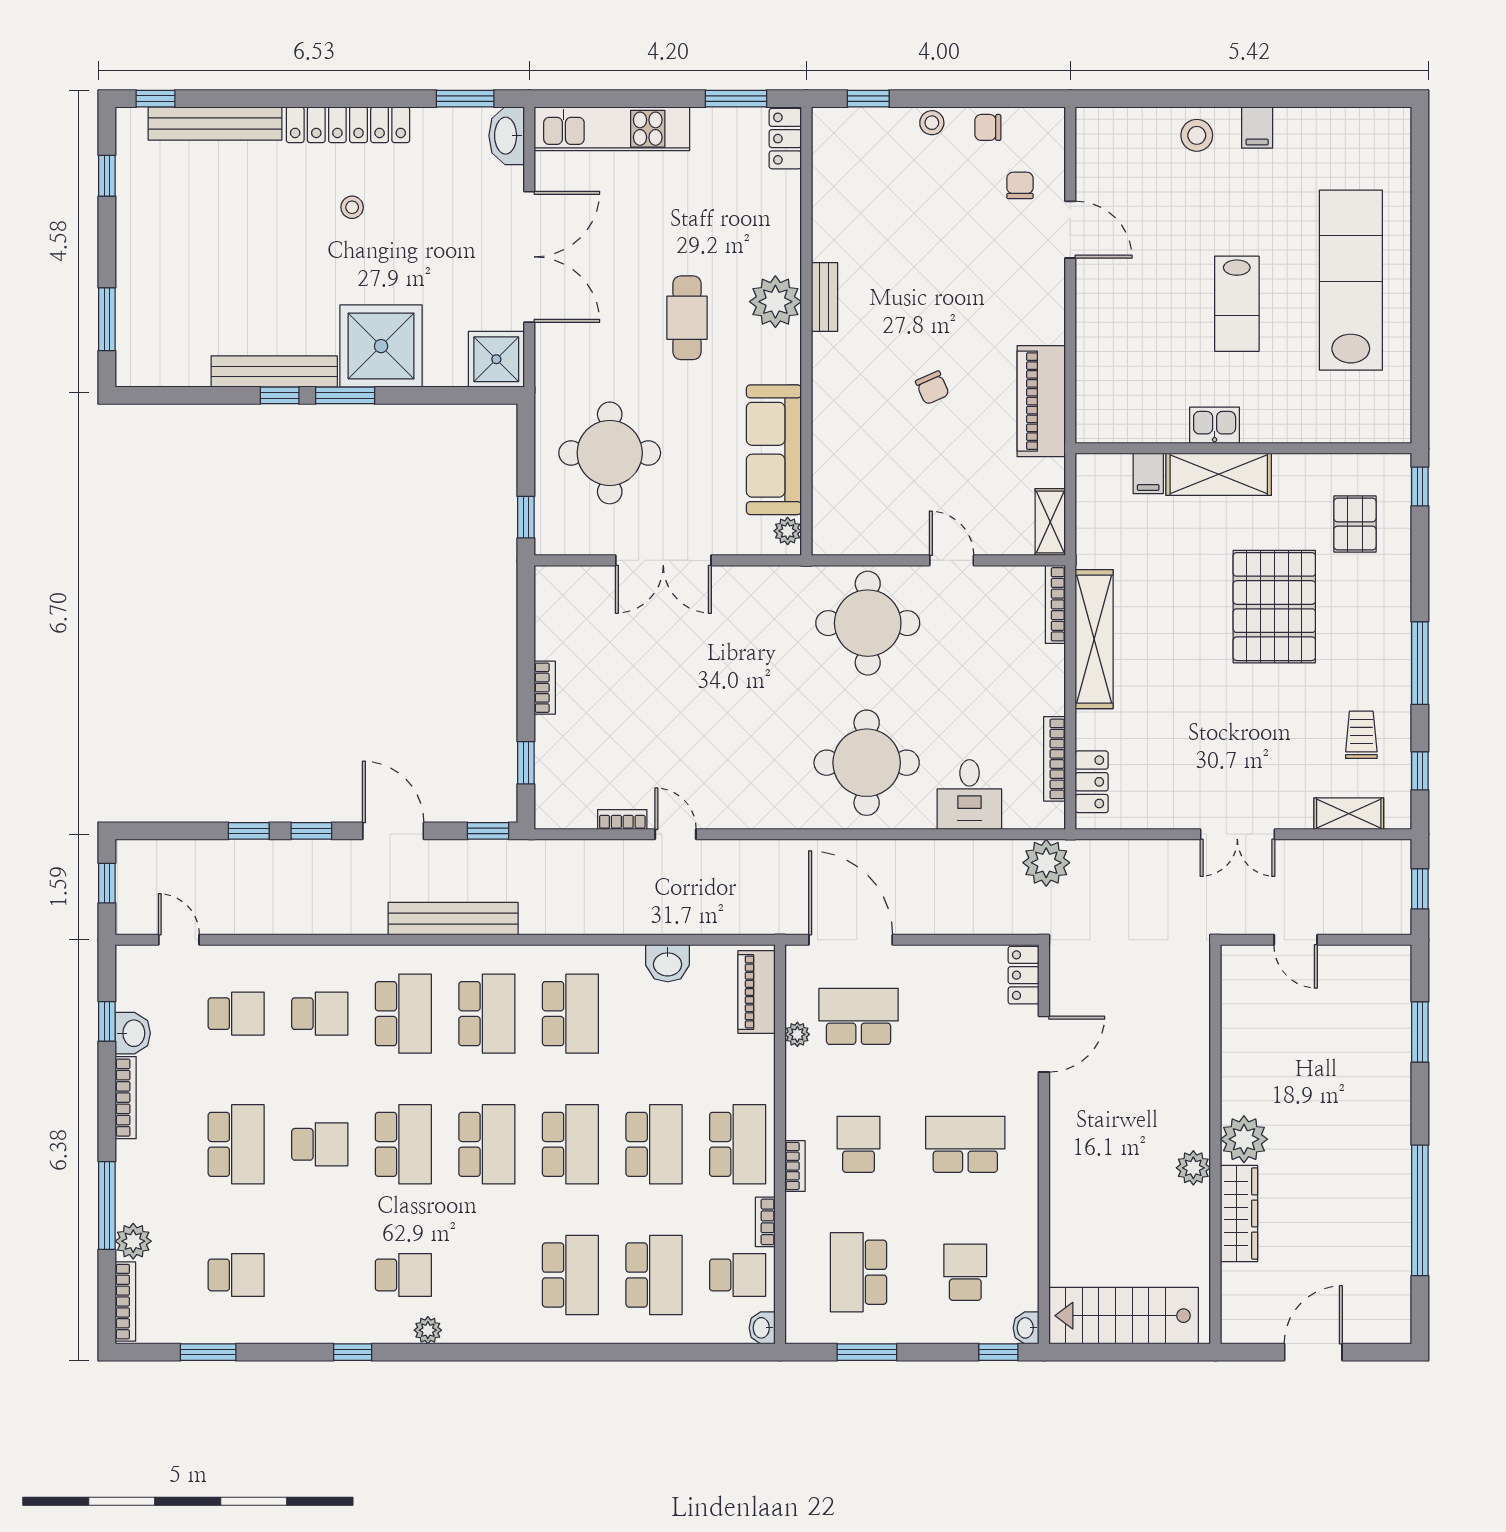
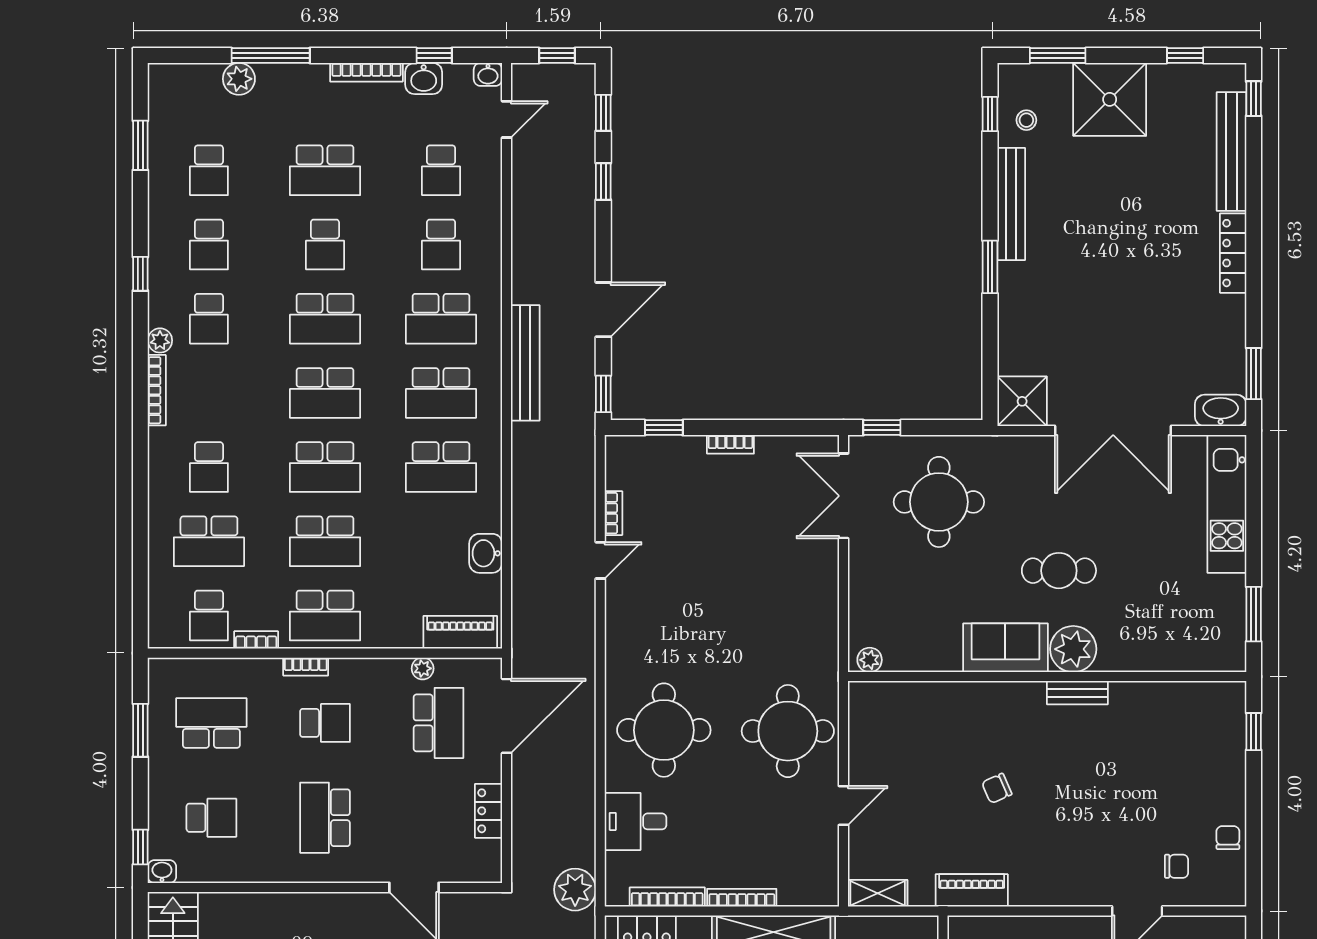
stool: (932, 123) -> (1232, 788), removed
locker: (348, 125) -> (1233, 253), width x0.71, depth x0.83
locker: (785, 139) -> (1218, 658), removed
stool: (352, 207) -> (1026, 120), moved
shower: (381, 346) -> (1110, 99), moved
window: (280, 395) -> (990, 114), moved
piano: (1041, 401) -> (972, 890), width x0.73, depth x0.75
sofa: (774, 450) -> (1005, 648), moved, width x0.73
double door: (663, 560) -> (843, 496), moved
bookcase: (1055, 604) -> (742, 898), moved
window: (311, 831) -> (603, 113), moved
locker: (1024, 975) -> (489, 811), moved, turned -90
school desk: (965, 1144) -> (325, 818), turned 180
school desk: (320, 1275) -> (209, 245), added
school desk: (570, 1275) -> (209, 467), width x0.54
bookcase: (125, 1302) -> (157, 390), moved, turned -90
washbasin: (762, 1328) -> (488, 74), moved, turned 180

